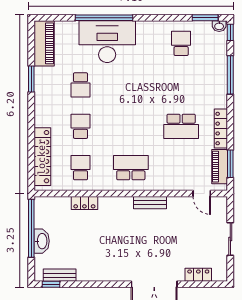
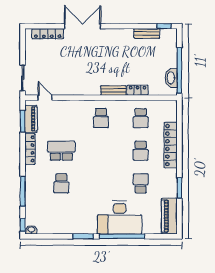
window: (205, 18) -> (83, 236), moved
school desk: (181, 43) -> (61, 183), moved
locker: (42, 157) -> (171, 145), moved
school desk: (131, 168) -> (101, 118), width x0.54
bench: (150, 203) -> (113, 91), moved
sliding door: (230, 239) -> (23, 78), moved
washbasin: (42, 241) -> (171, 78), moved
bench: (60, 275) -> (147, 33), moved
locker: (198, 275) -> (48, 34), width x1.53

